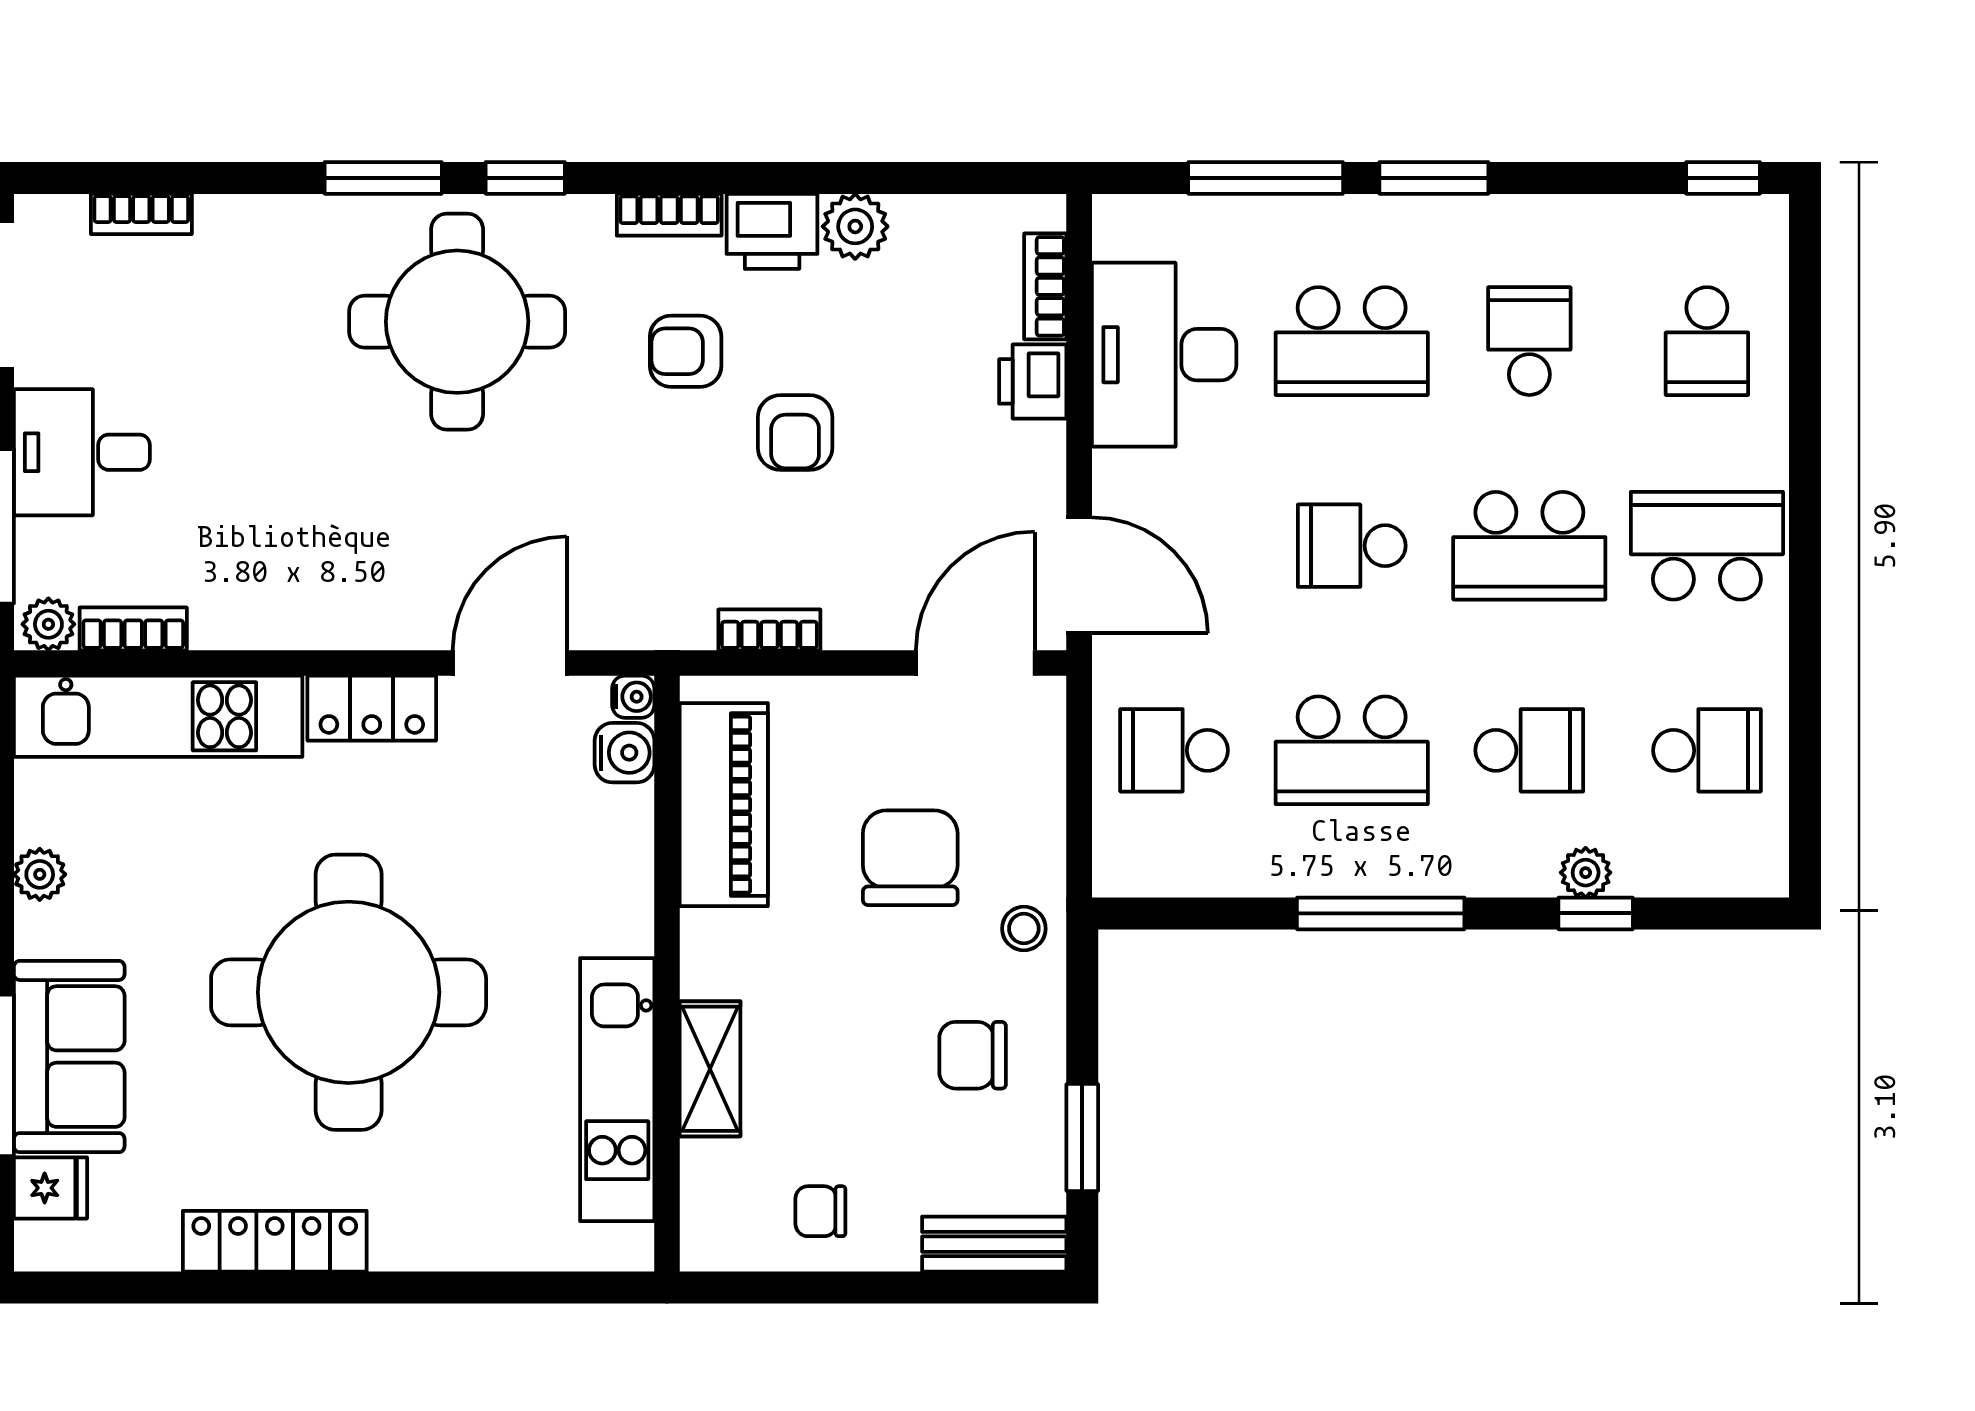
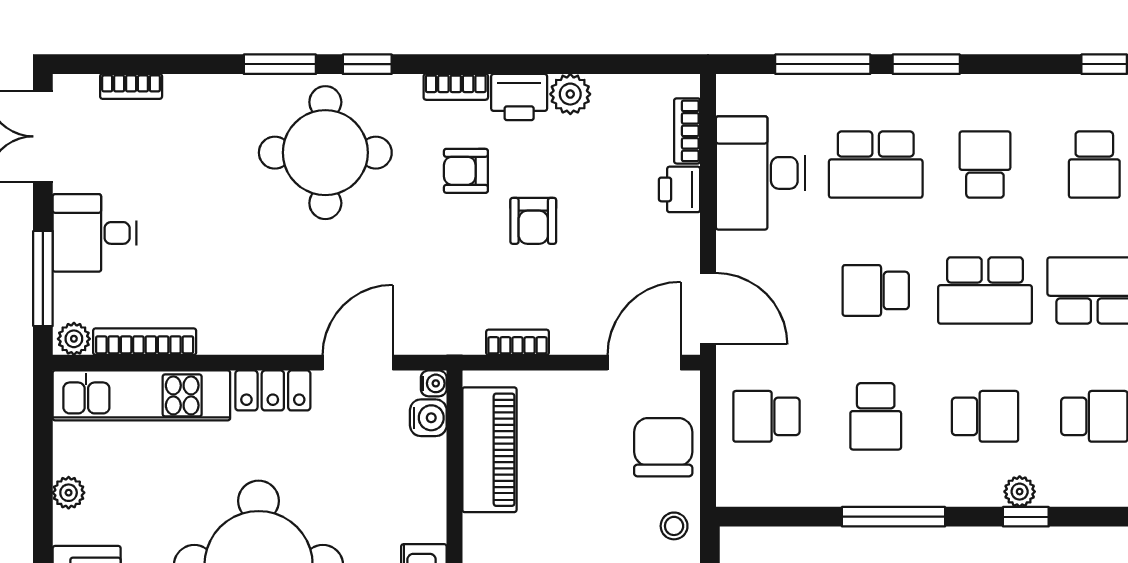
bookcase: (133, 629) -> (145, 342), width x1.56
school desk: (1352, 750) -> (876, 416), width x0.54
chair: (910, 858) -> (663, 447), moved

